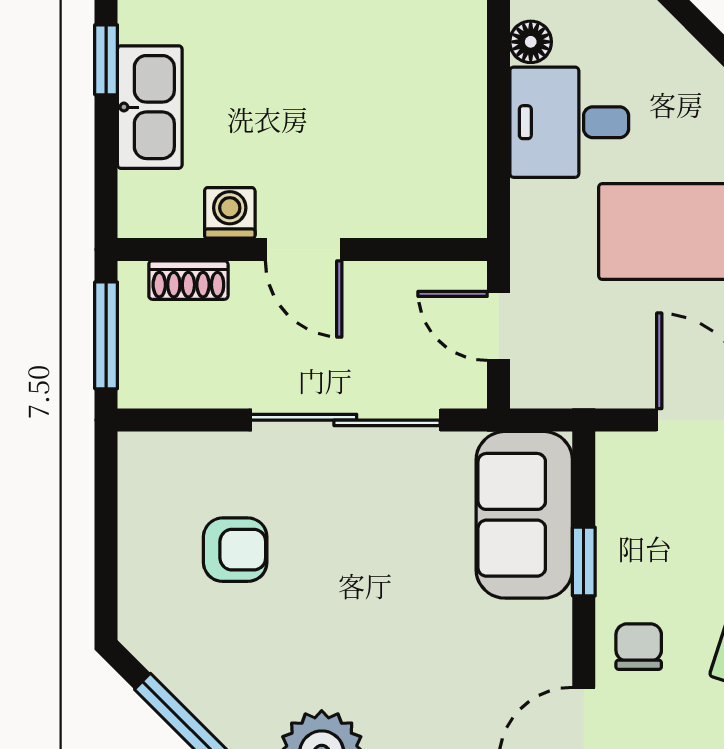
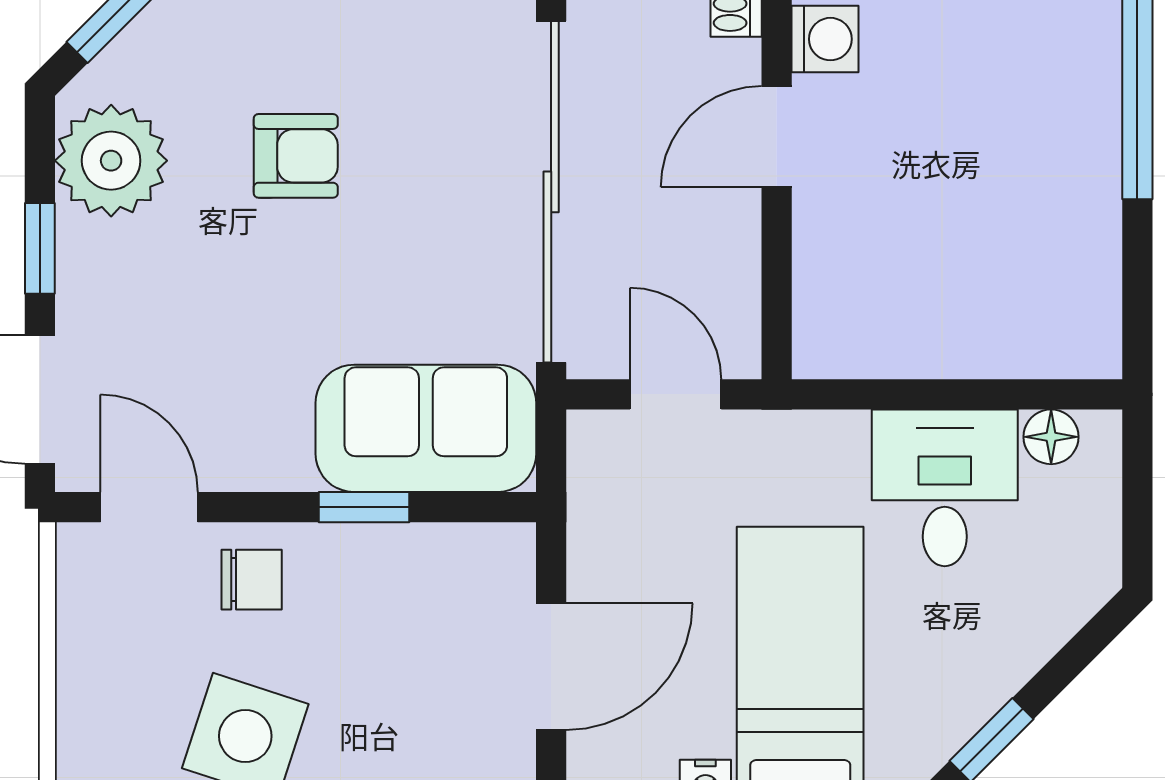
door: (499, 326) -> (676, 394), hinge flipped
sliding door: (345, 420) -> (551, 192), width x1.36
armchair: (235, 550) -> (296, 156), moved, turned -90

